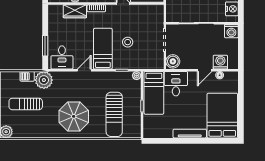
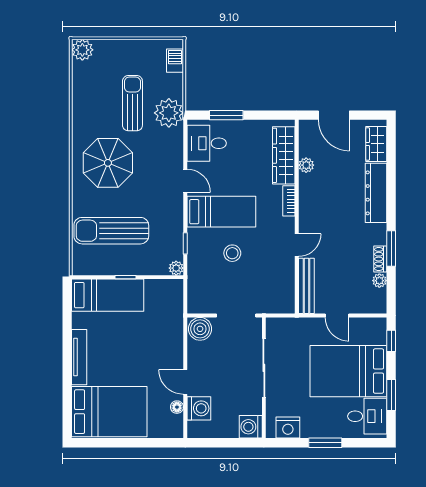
wardrobe: (75, 11) -> (284, 155), width x1.50
barbecue: (27, 76) -> (175, 61), moved
desk: (176, 84) -> (163, 334), removed
bed: (154, 93) -> (108, 295), moved, turned 180
sun lounger: (26, 104) -> (132, 103), moved

